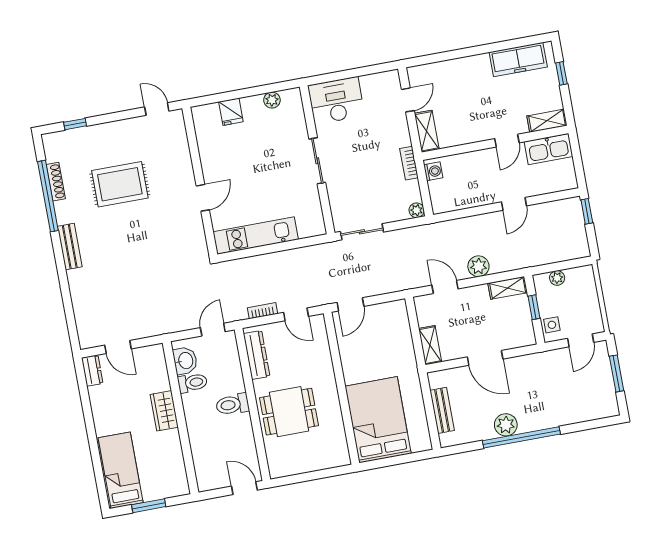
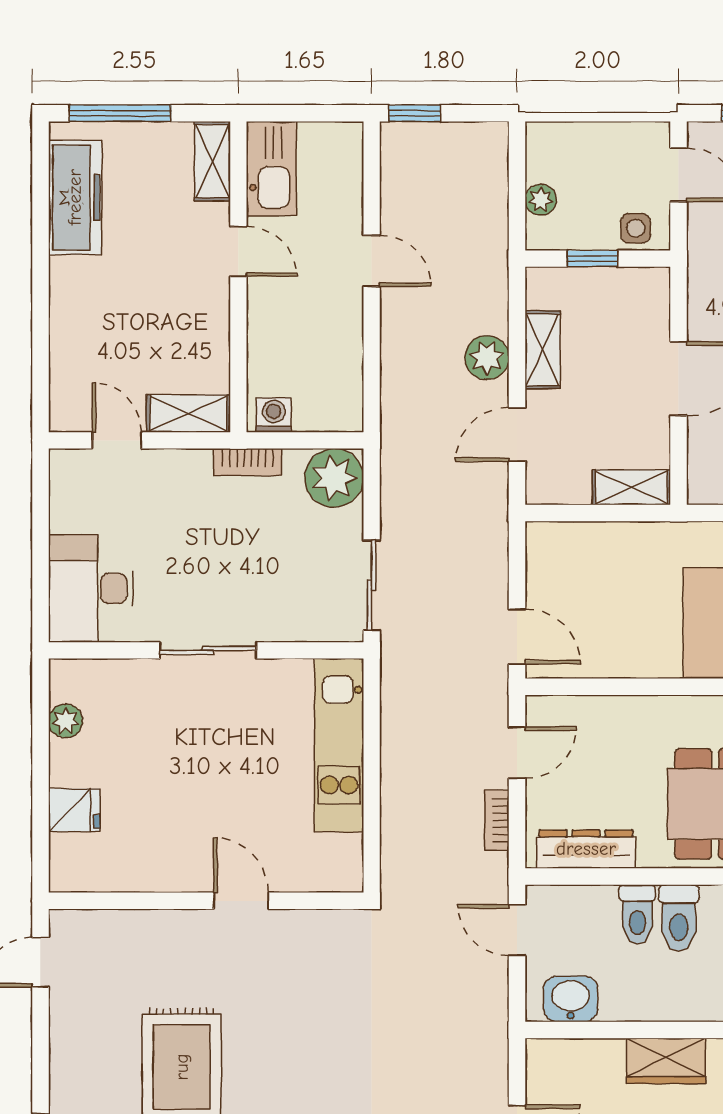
window: (561, 73) -> (120, 113), width x2.17
plant: (417, 210) -> (334, 478), width x1.87, depth x1.87
kitchen unit: (256, 236) -> (339, 745), moved
shelving: (508, 288) -> (543, 350), moved
toilet: (192, 383) -> (637, 914), moved, turned 180

